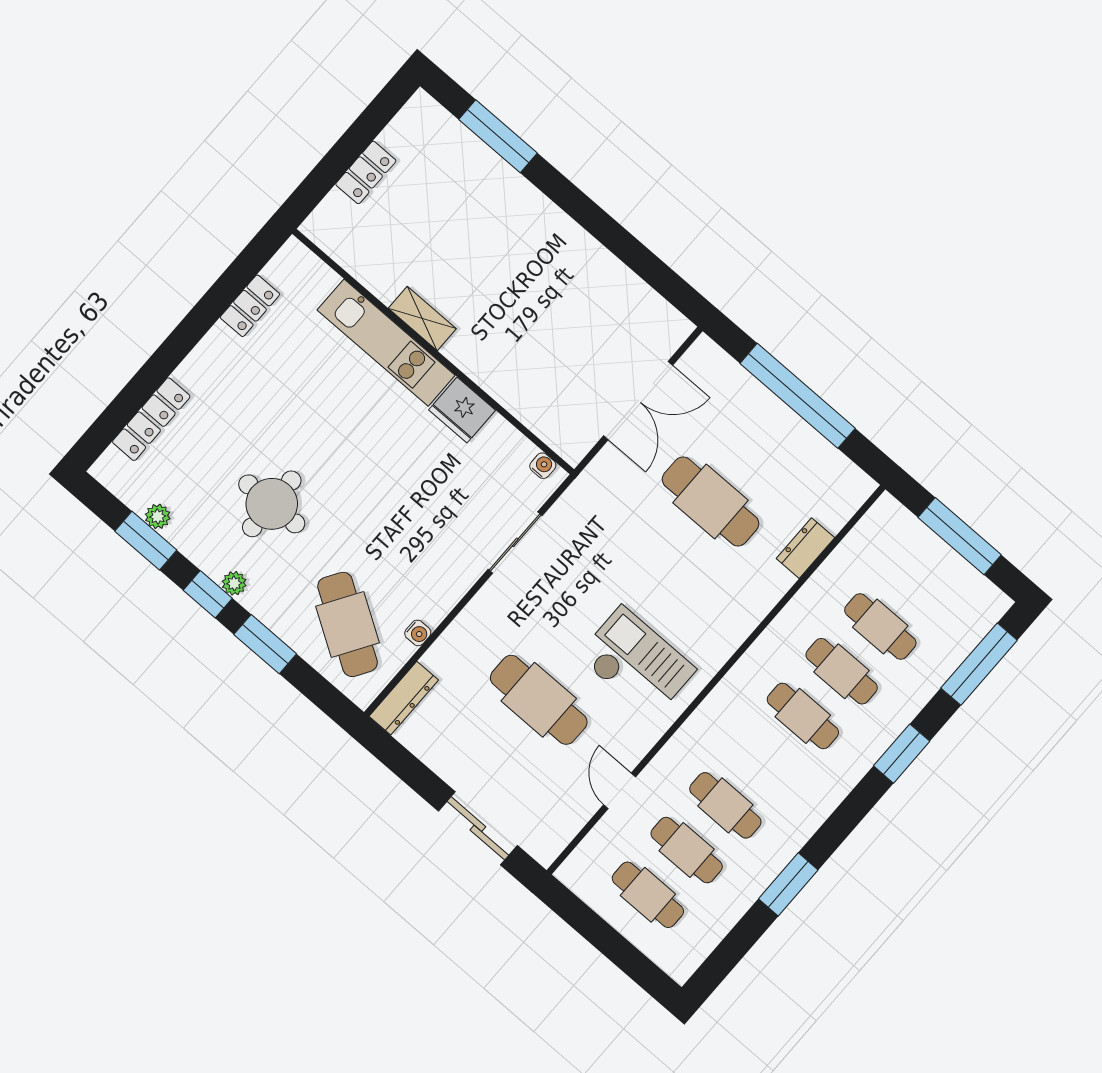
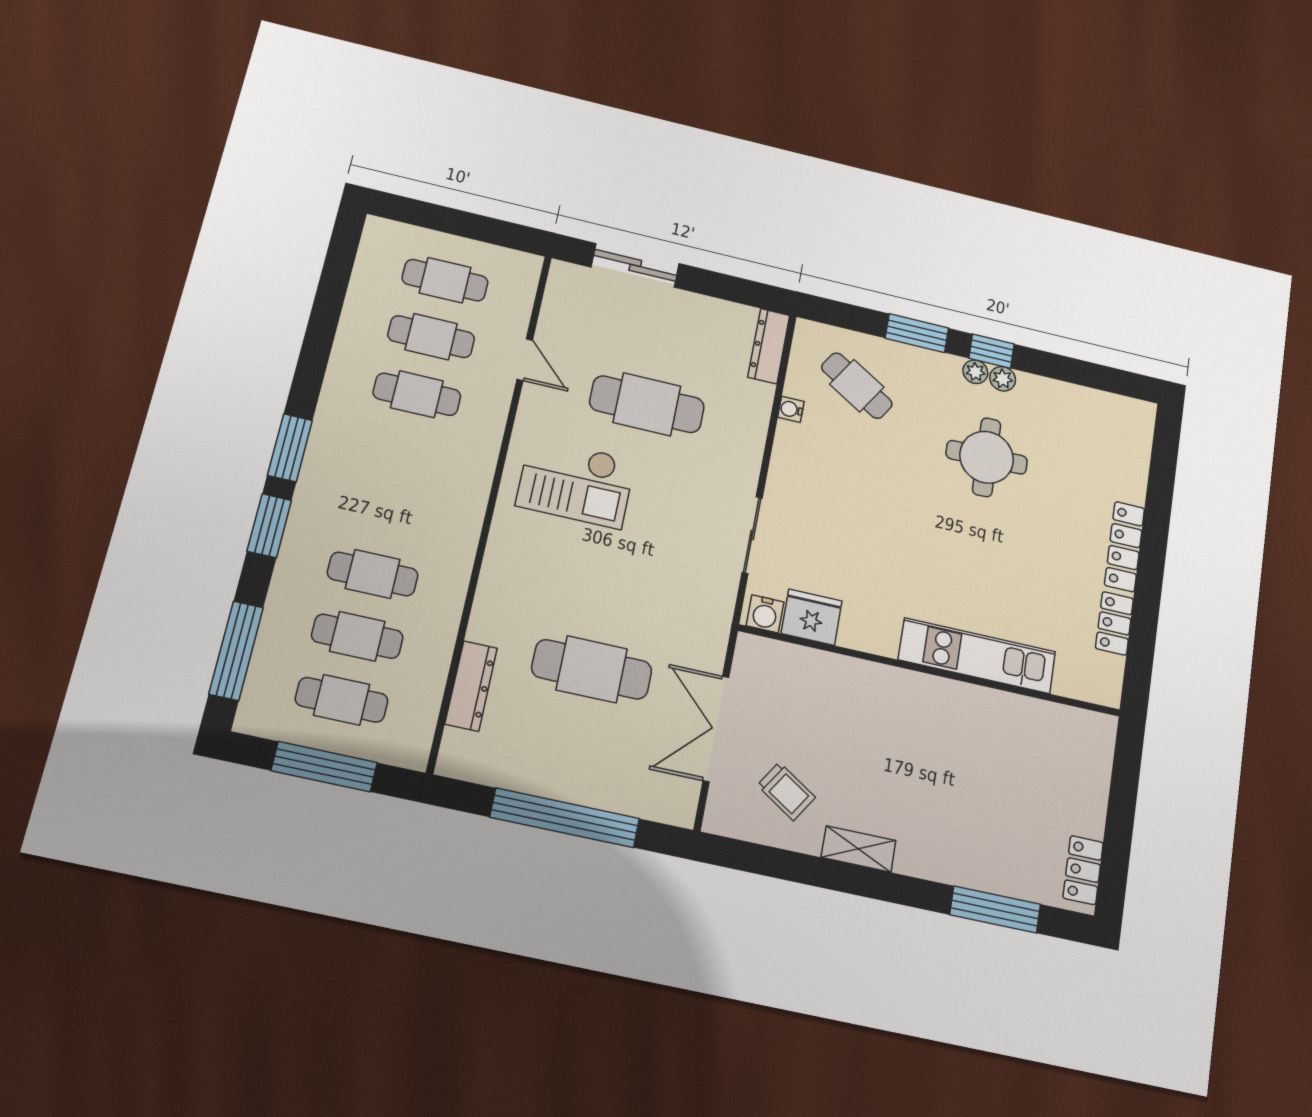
locker: (366, 172) -> (1083, 870), moved
shelving: (422, 318) -> (859, 849), moved
trolley: (611, 320) -> (786, 791), added
fridge: (462, 410) -> (812, 617), moved
locker: (151, 419) -> (1125, 547), moved
water cooler: (543, 466) -> (765, 614), width x1.38, depth x1.38
plant: (158, 516) -> (1003, 379), moved
window: (146, 541) -> (1072, 370), removed
dresser: (805, 548) -> (471, 686), width x1.44
cafe table: (348, 624) -> (857, 386), width x0.73, depth x0.74
cafe table: (803, 716) -> (342, 700), moved
window: (788, 884) -> (290, 448), moved

